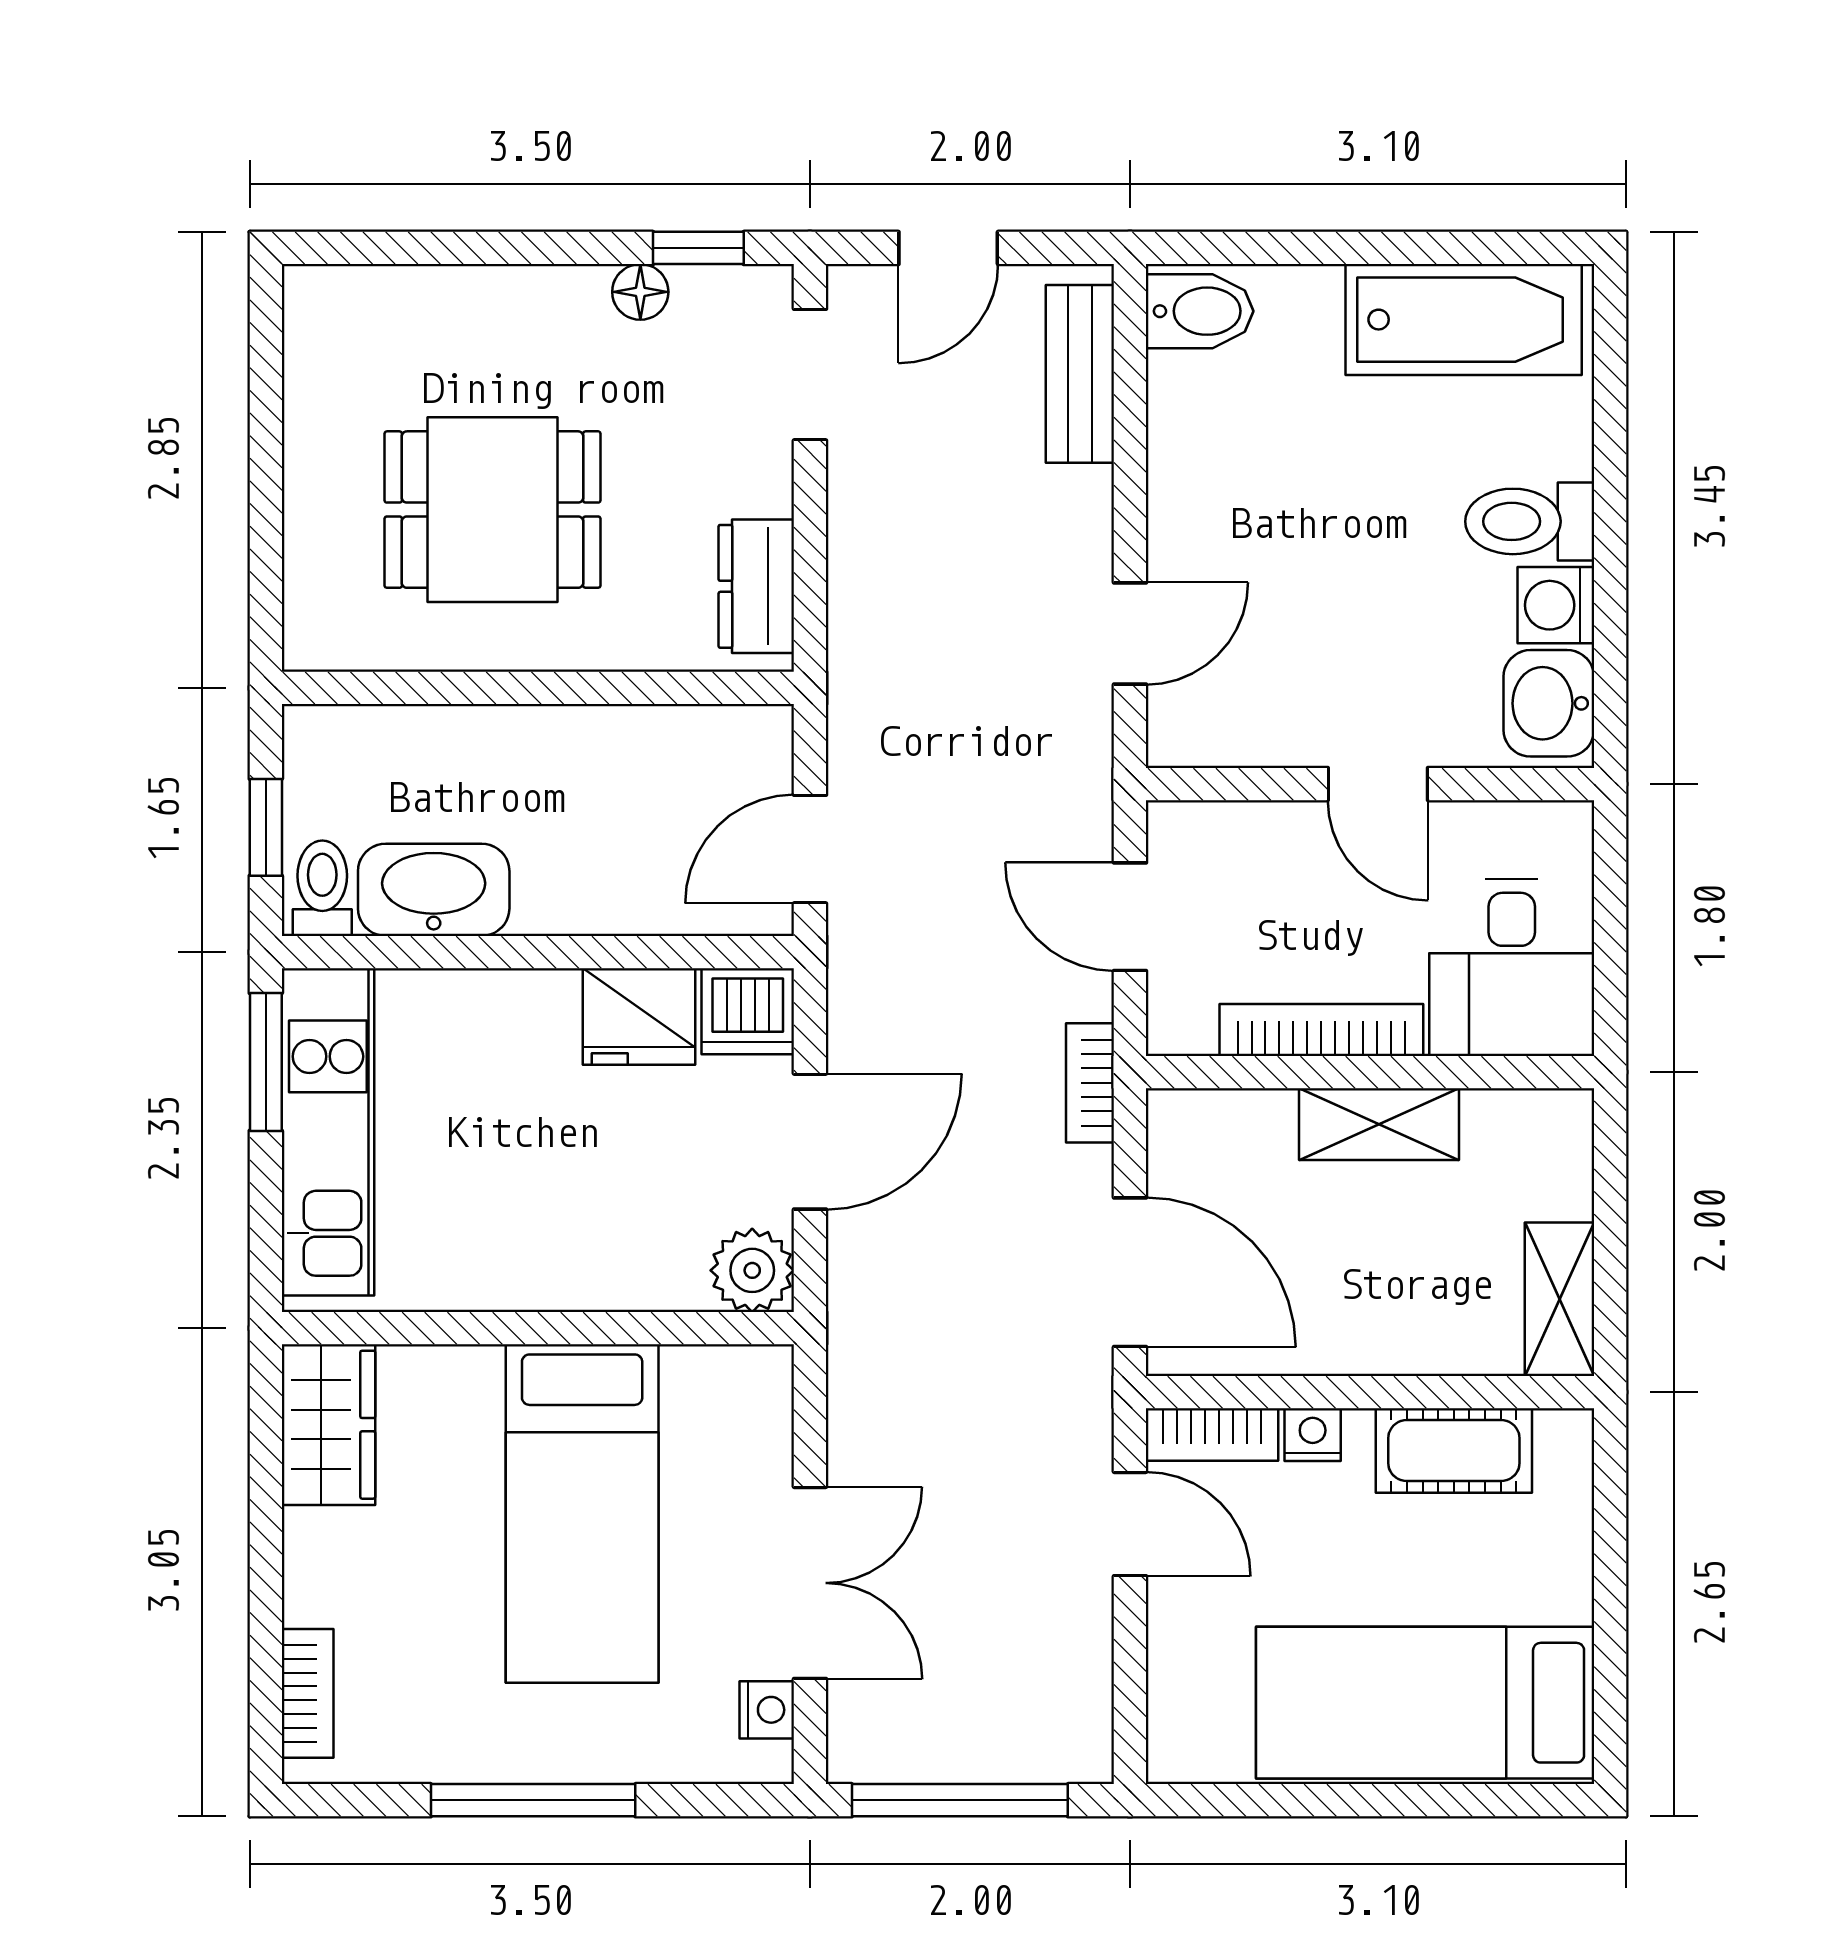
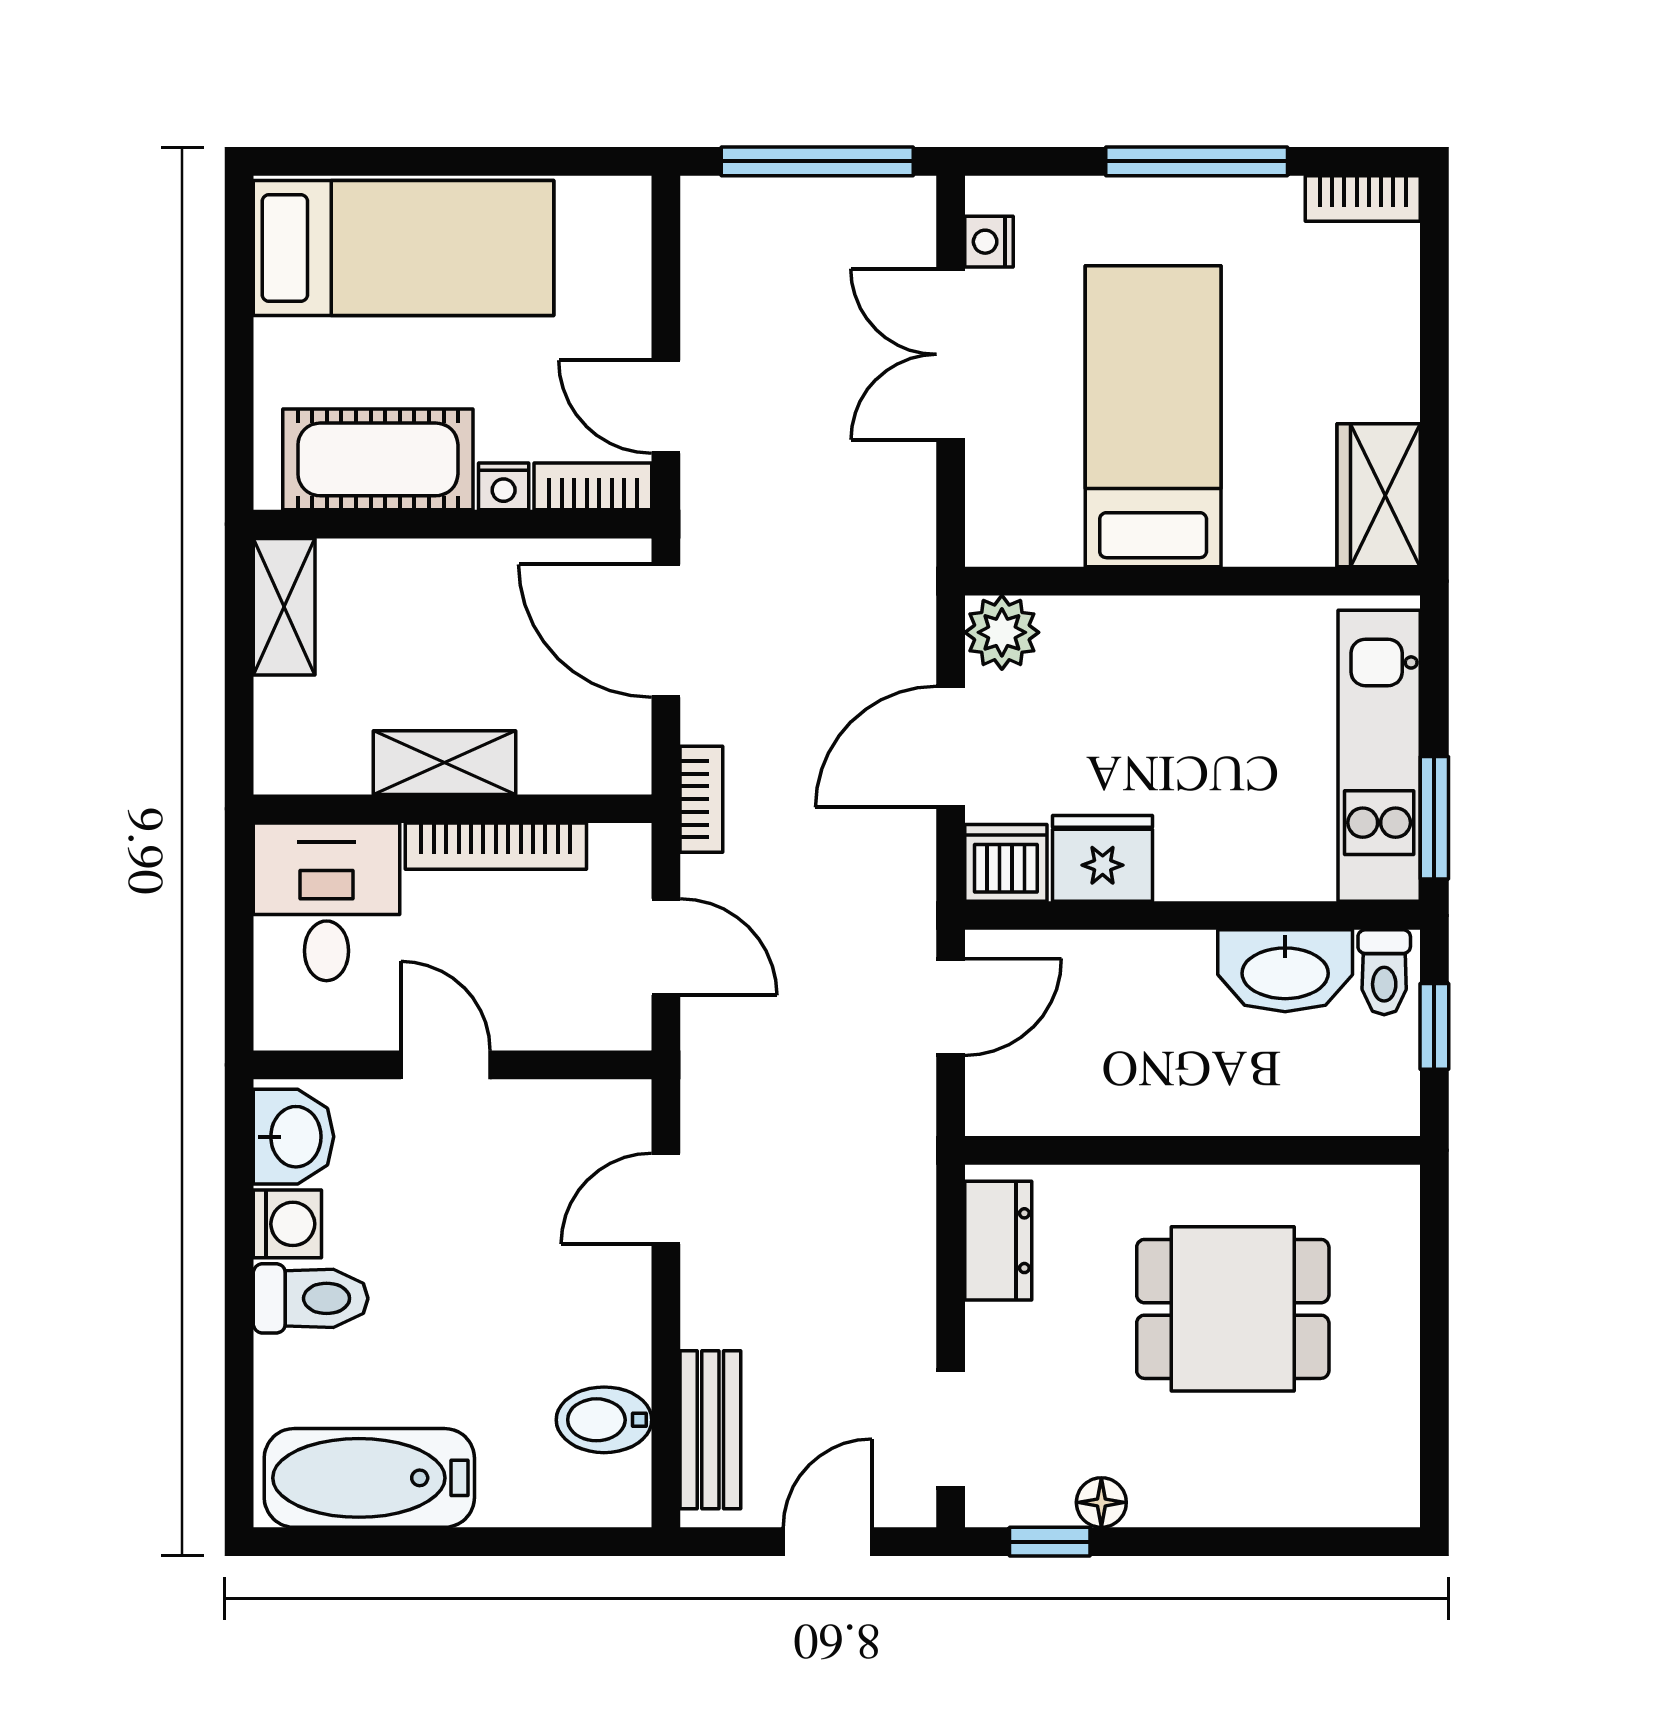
bidet: (1200, 311) -> (604, 1420), moved
cot: (1454, 1451) -> (378, 459), width x1.37, depth x1.34
bookcase: (308, 1693) -> (1363, 198), moved, turned -90

